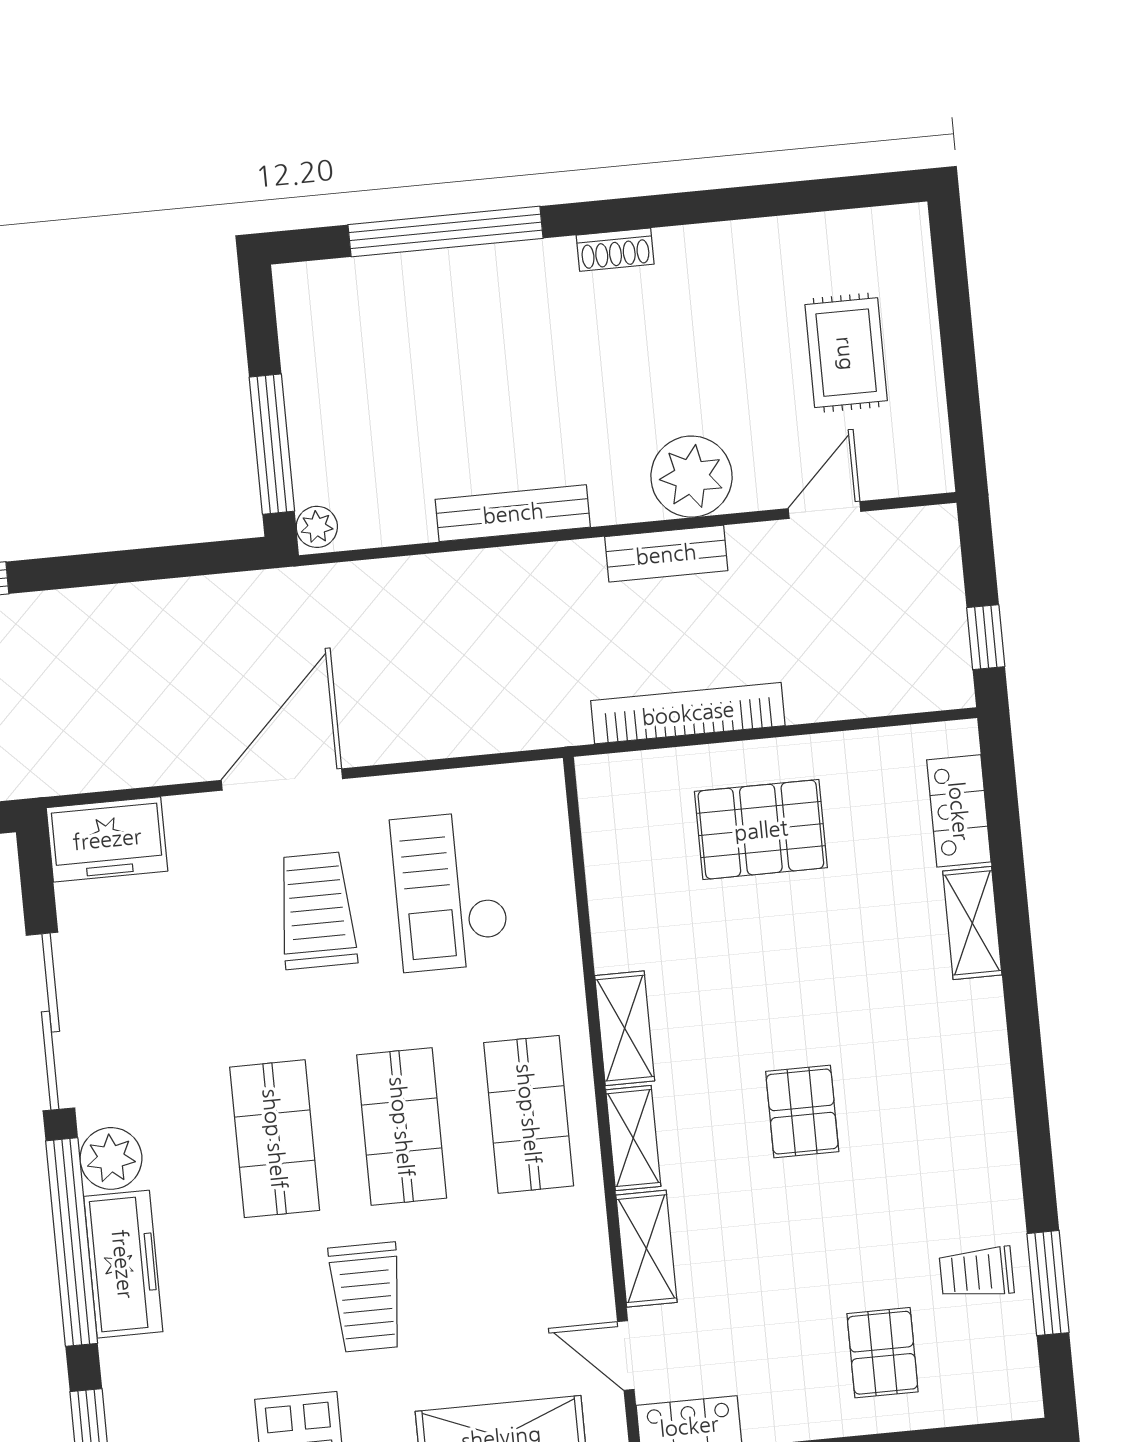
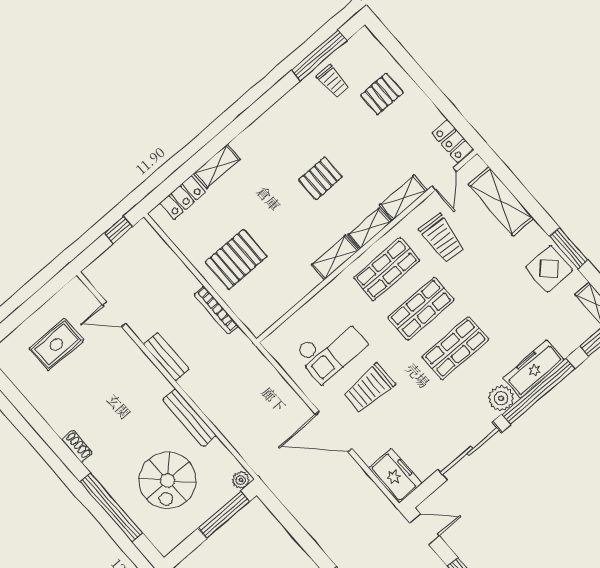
spiral stairs: (419, 381) -> (168, 480), added
plant: (691, 477) -> (135, 367), removed
bookcase: (688, 713) -> (216, 310), width x0.68, depth x0.76
pallet: (761, 830) -> (236, 259), turned 90
window: (1048, 1283) -> (319, 55), width x1.44
trolley: (367, 1297) -> (442, 238), moved, turned 95

